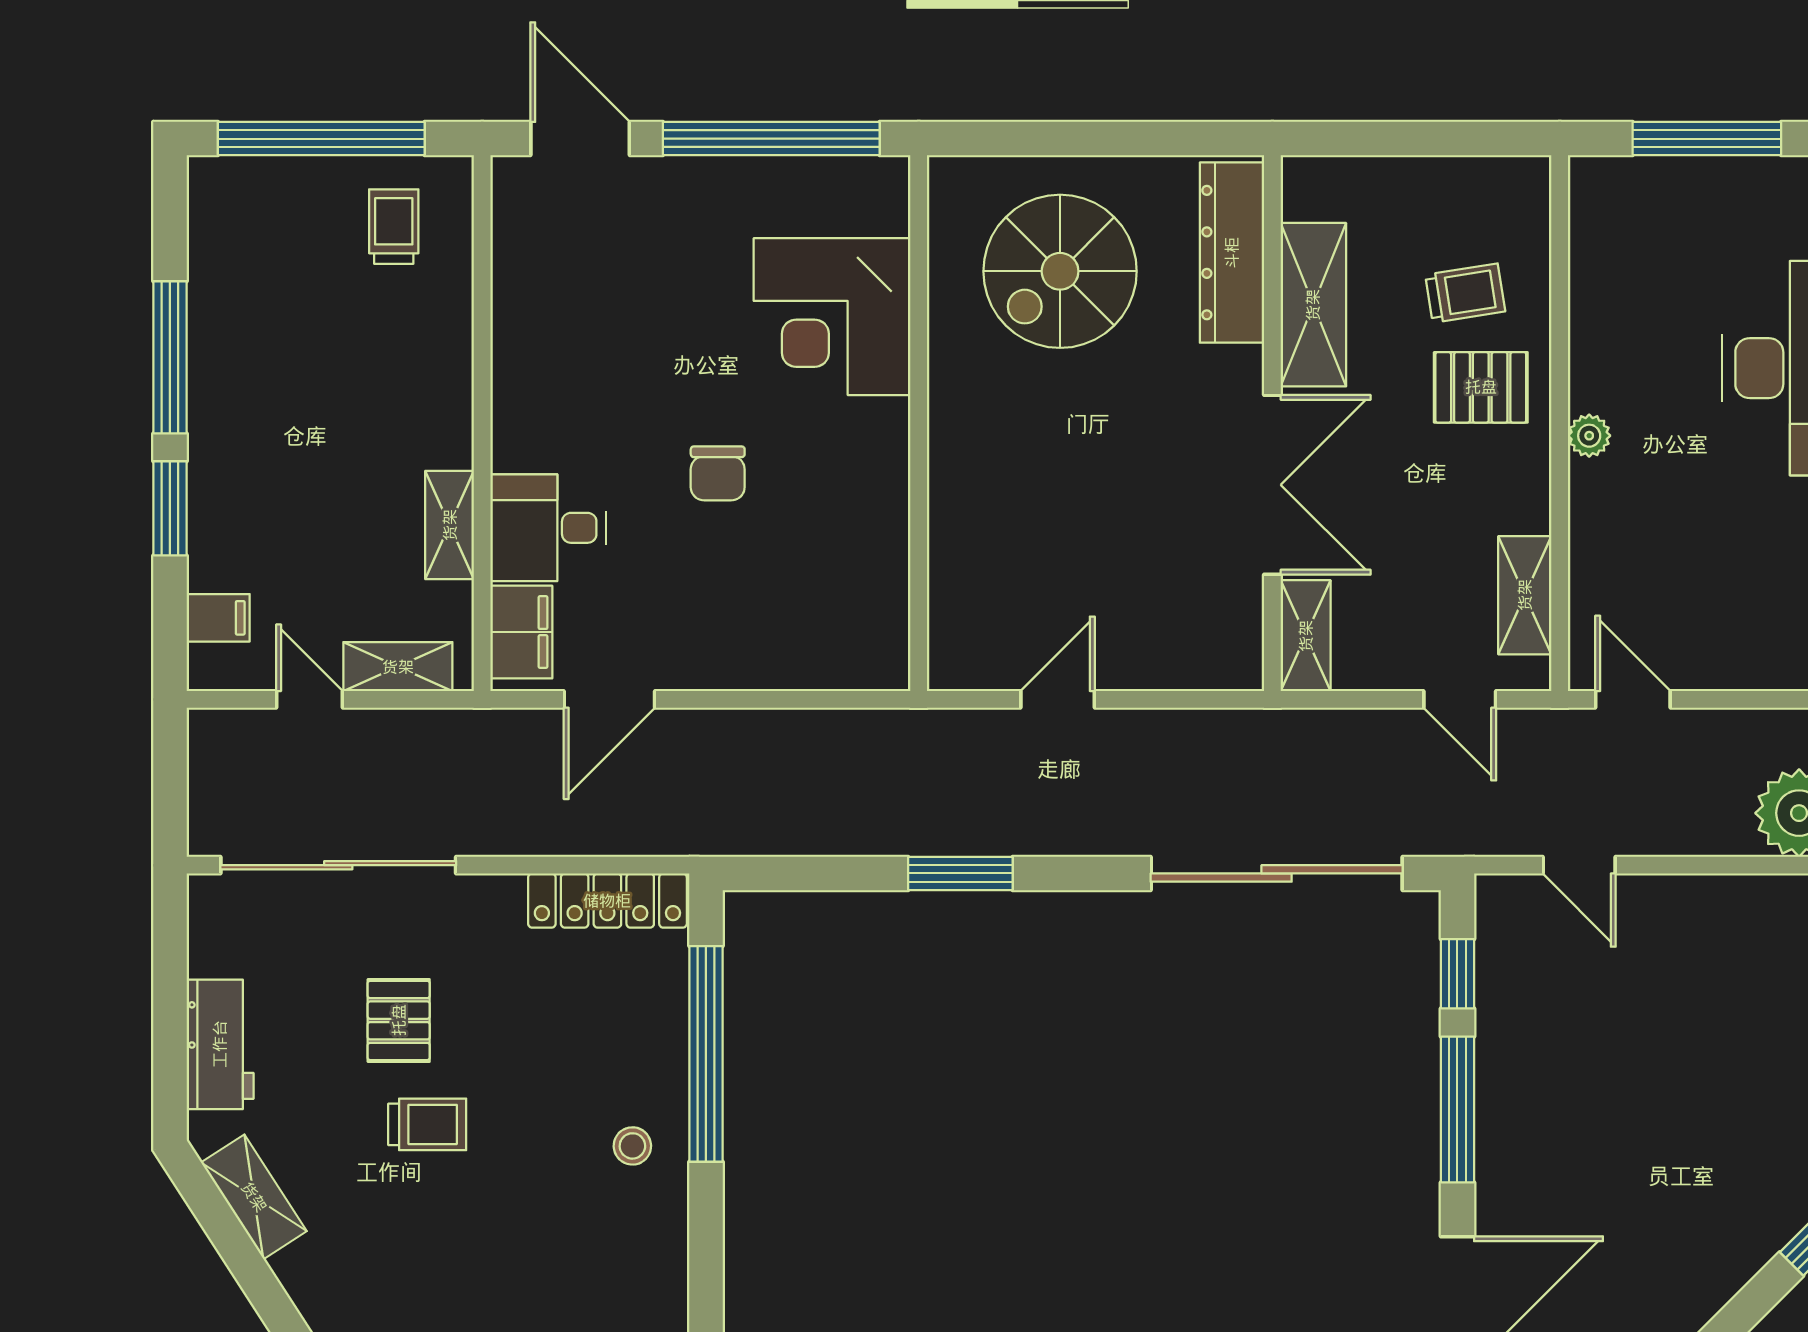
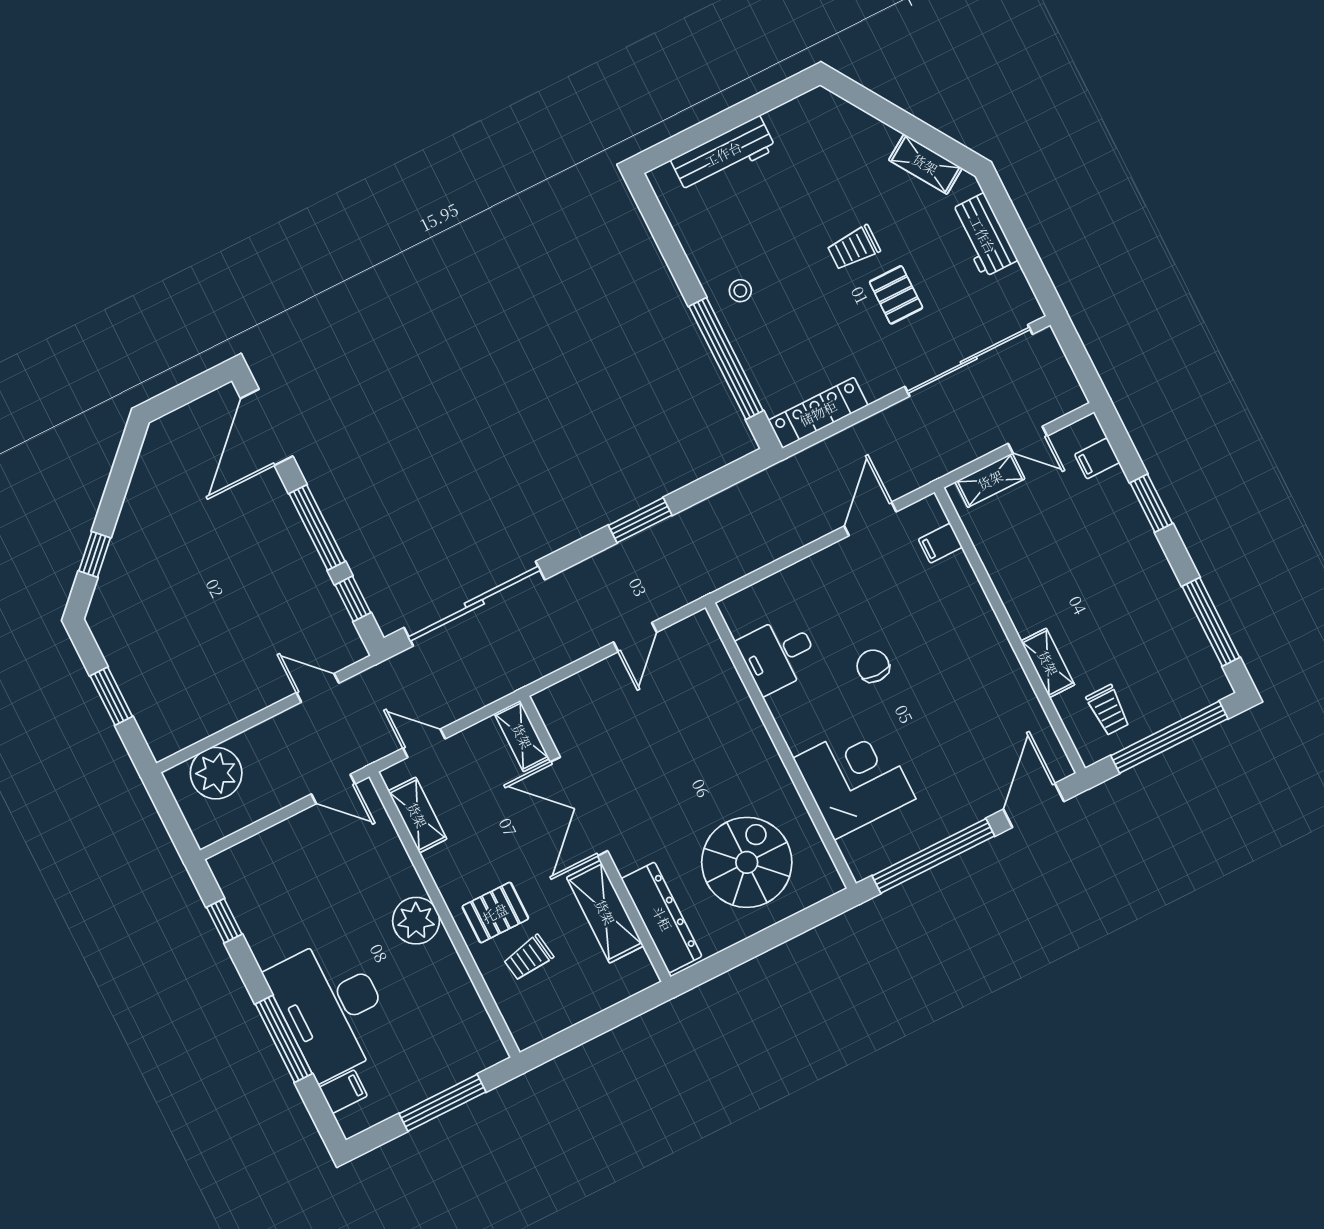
door: (580, 139) -> (1034, 805), swing flipped
window: (170, 357) -> (1211, 622), moved
plant: (1589, 436) -> (416, 921), width x1.87, depth x1.87
shelving: (450, 525) -> (1048, 663), moved
desk: (548, 528) -> (778, 654), moved, turned 180
filing cabinet: (521, 632) -> (940, 543), width x0.50

